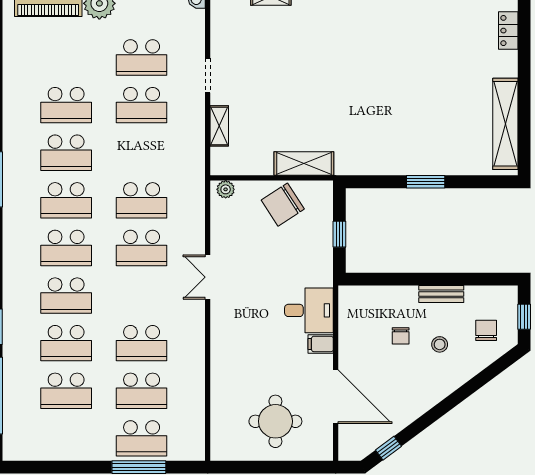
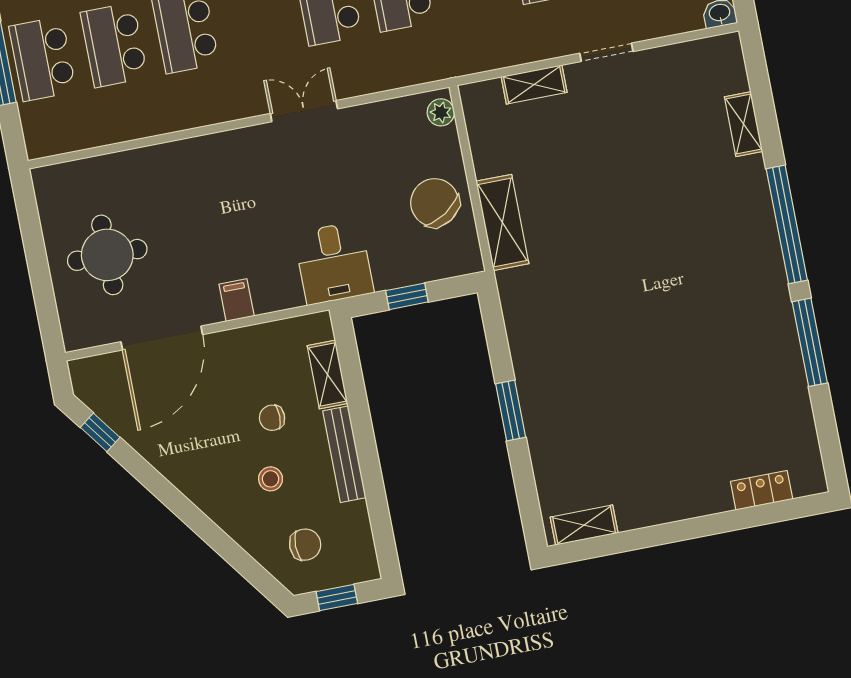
shelving: (505, 124) -> (584, 525), width x0.45, depth x0.75
bench: (441, 294) -> (344, 454), width x1.36
shelving: (380, 295) -> (327, 375), added
desk: (309, 310) -> (334, 263), moved

